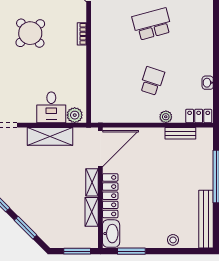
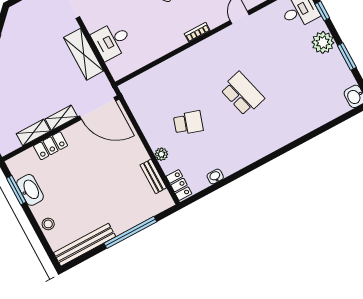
plant: (75, 115) -> (116, 67), removed
locker: (110, 196) -> (51, 146), width x0.66
washbasin: (111, 234) -> (30, 190), moved, turned -90

